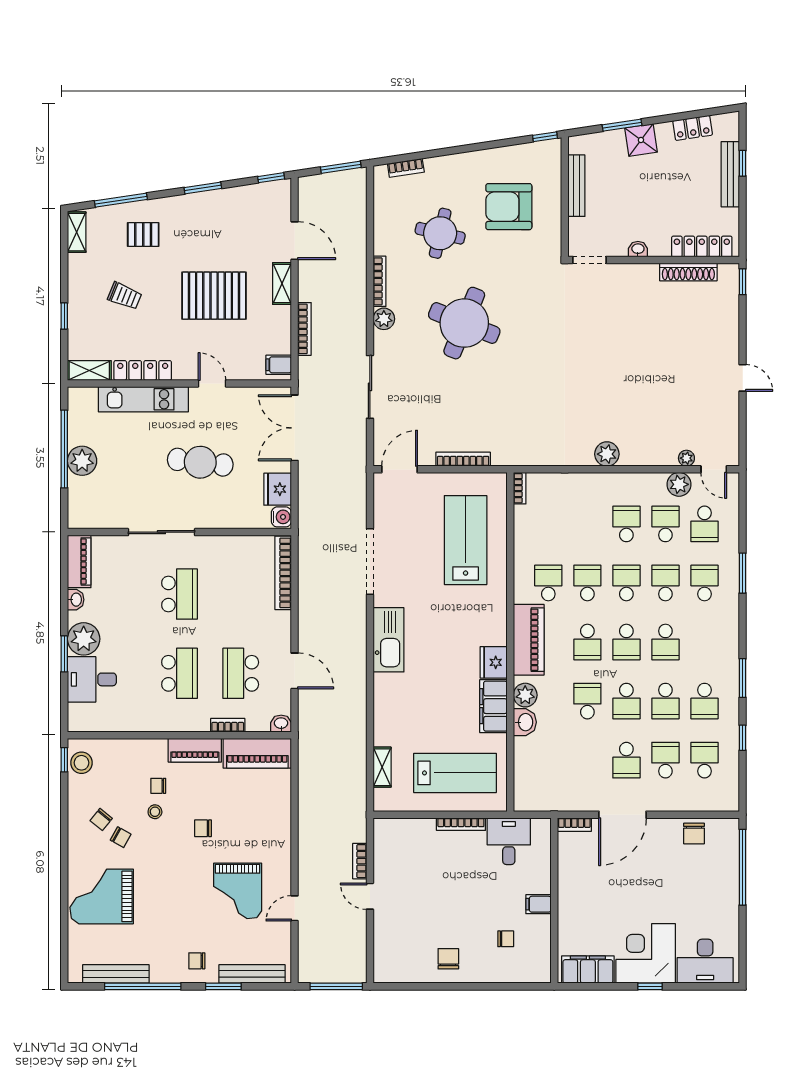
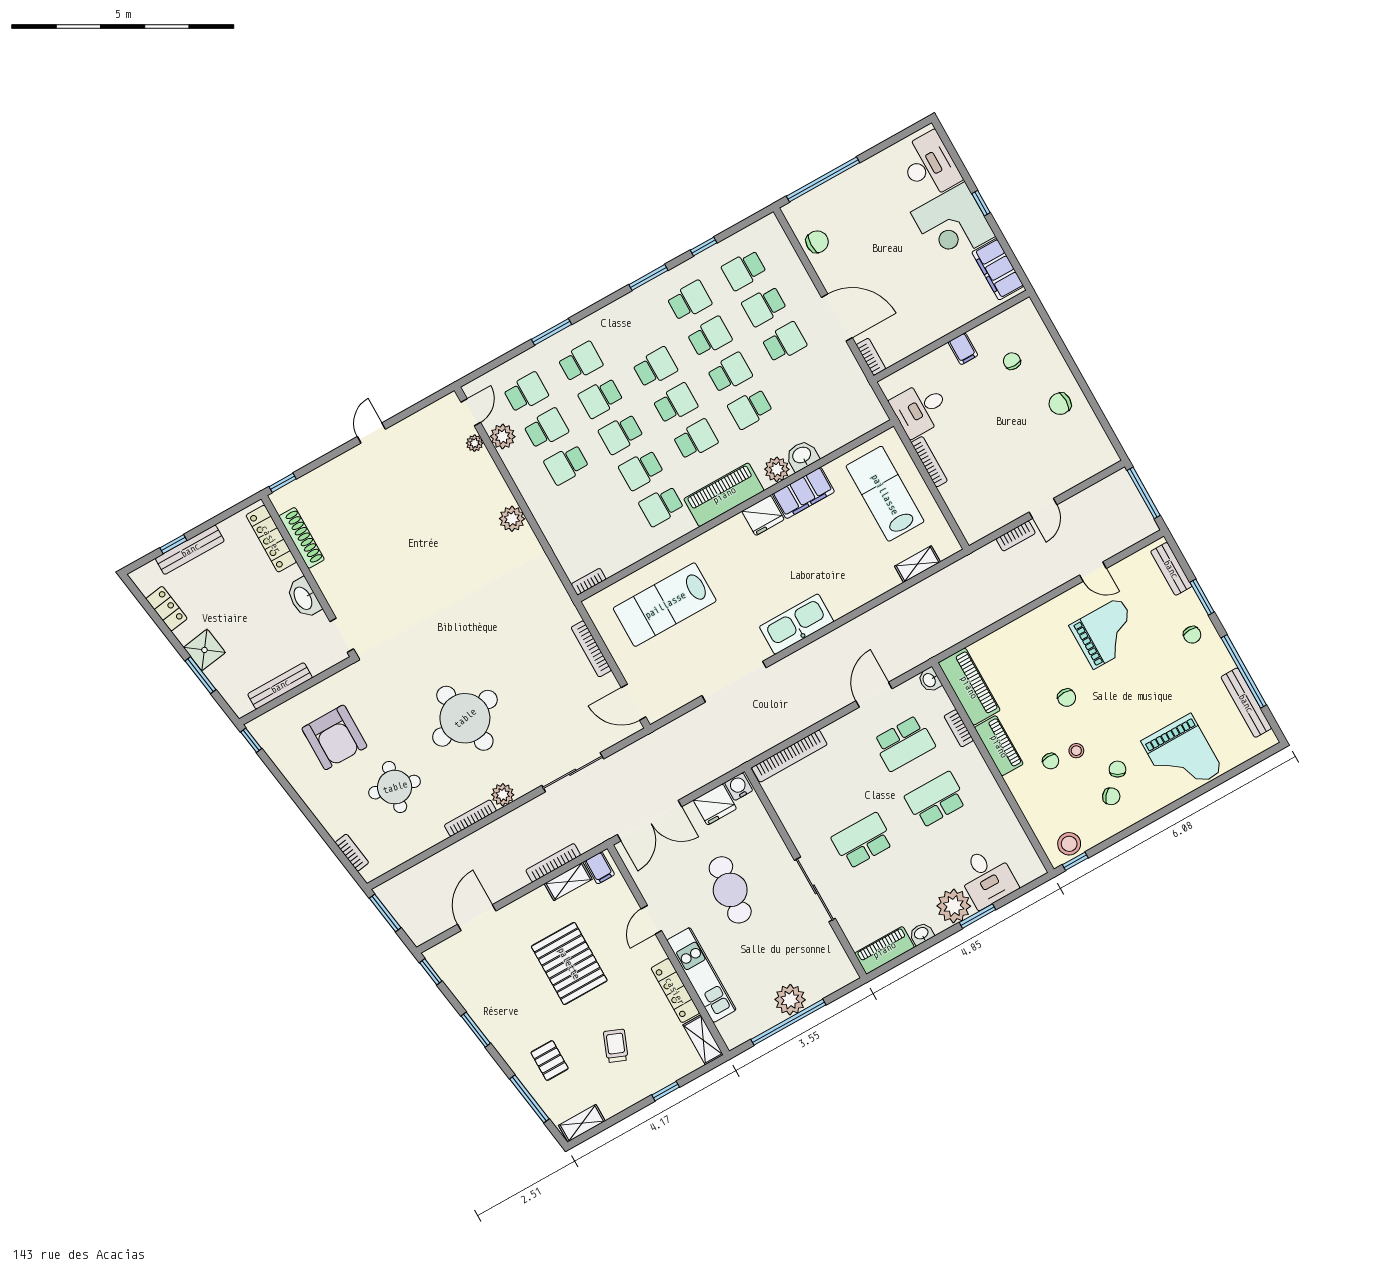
washbasin: (638, 249) -> (304, 598), width x1.91, depth x1.45
shelving: (282, 284) -> (568, 881), moved
round table: (464, 323) -> (465, 718), turned -32
school desk: (665, 524) -> (546, 428), turned 180
school desk: (705, 583) -> (580, 362), turned 180
bench: (252, 974) -> (1171, 569), width x0.73

